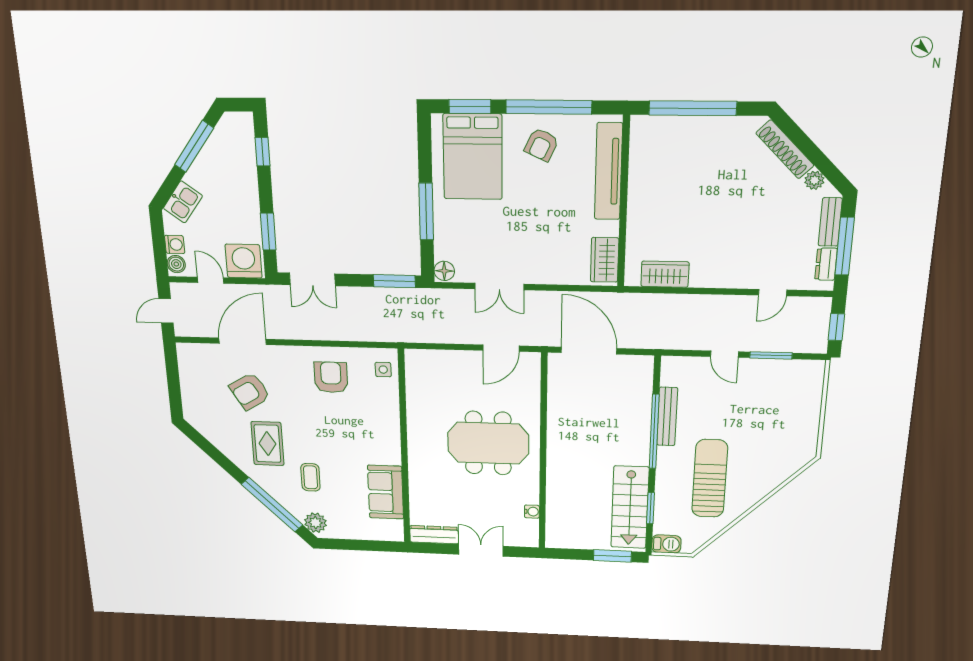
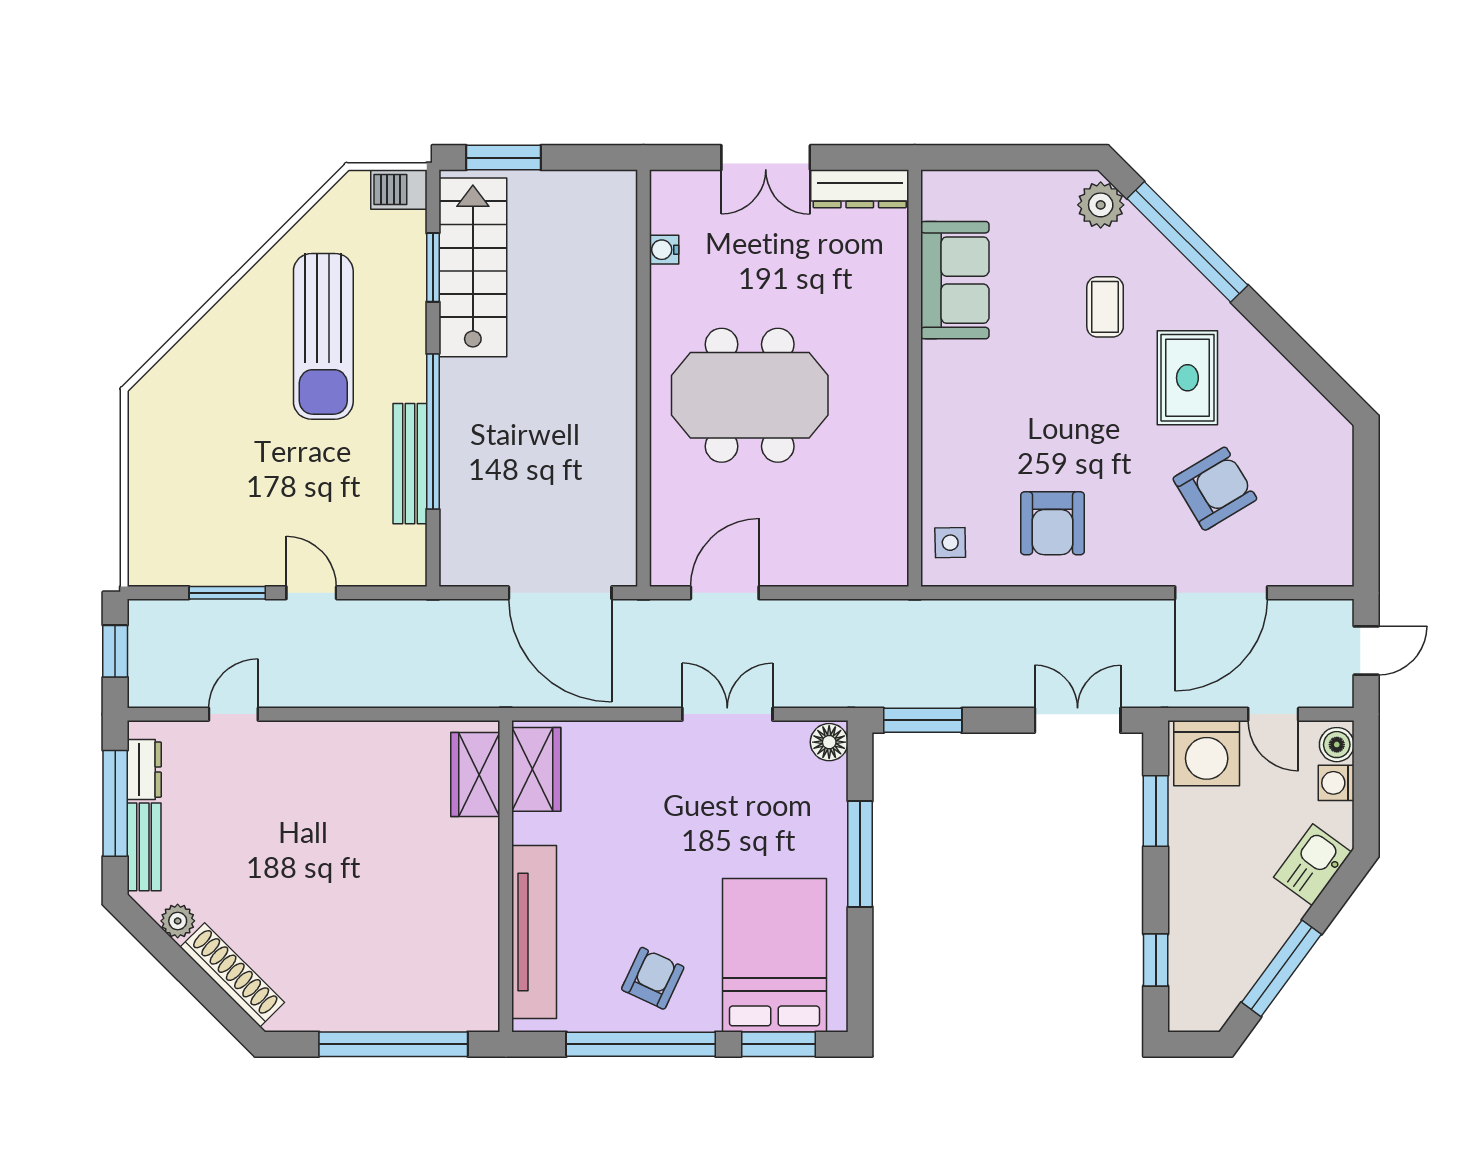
wardrobe: (665, 274) -> (475, 775), moved, turned 90

